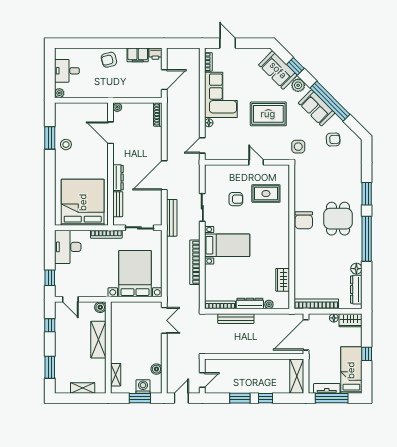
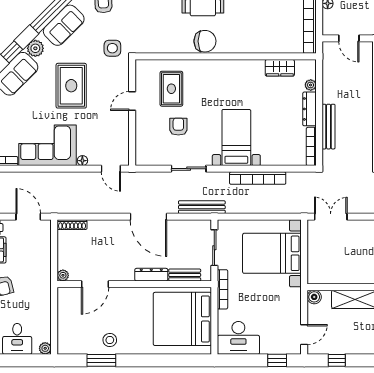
door: (306, 335) -> (349, 38), width x0.53

